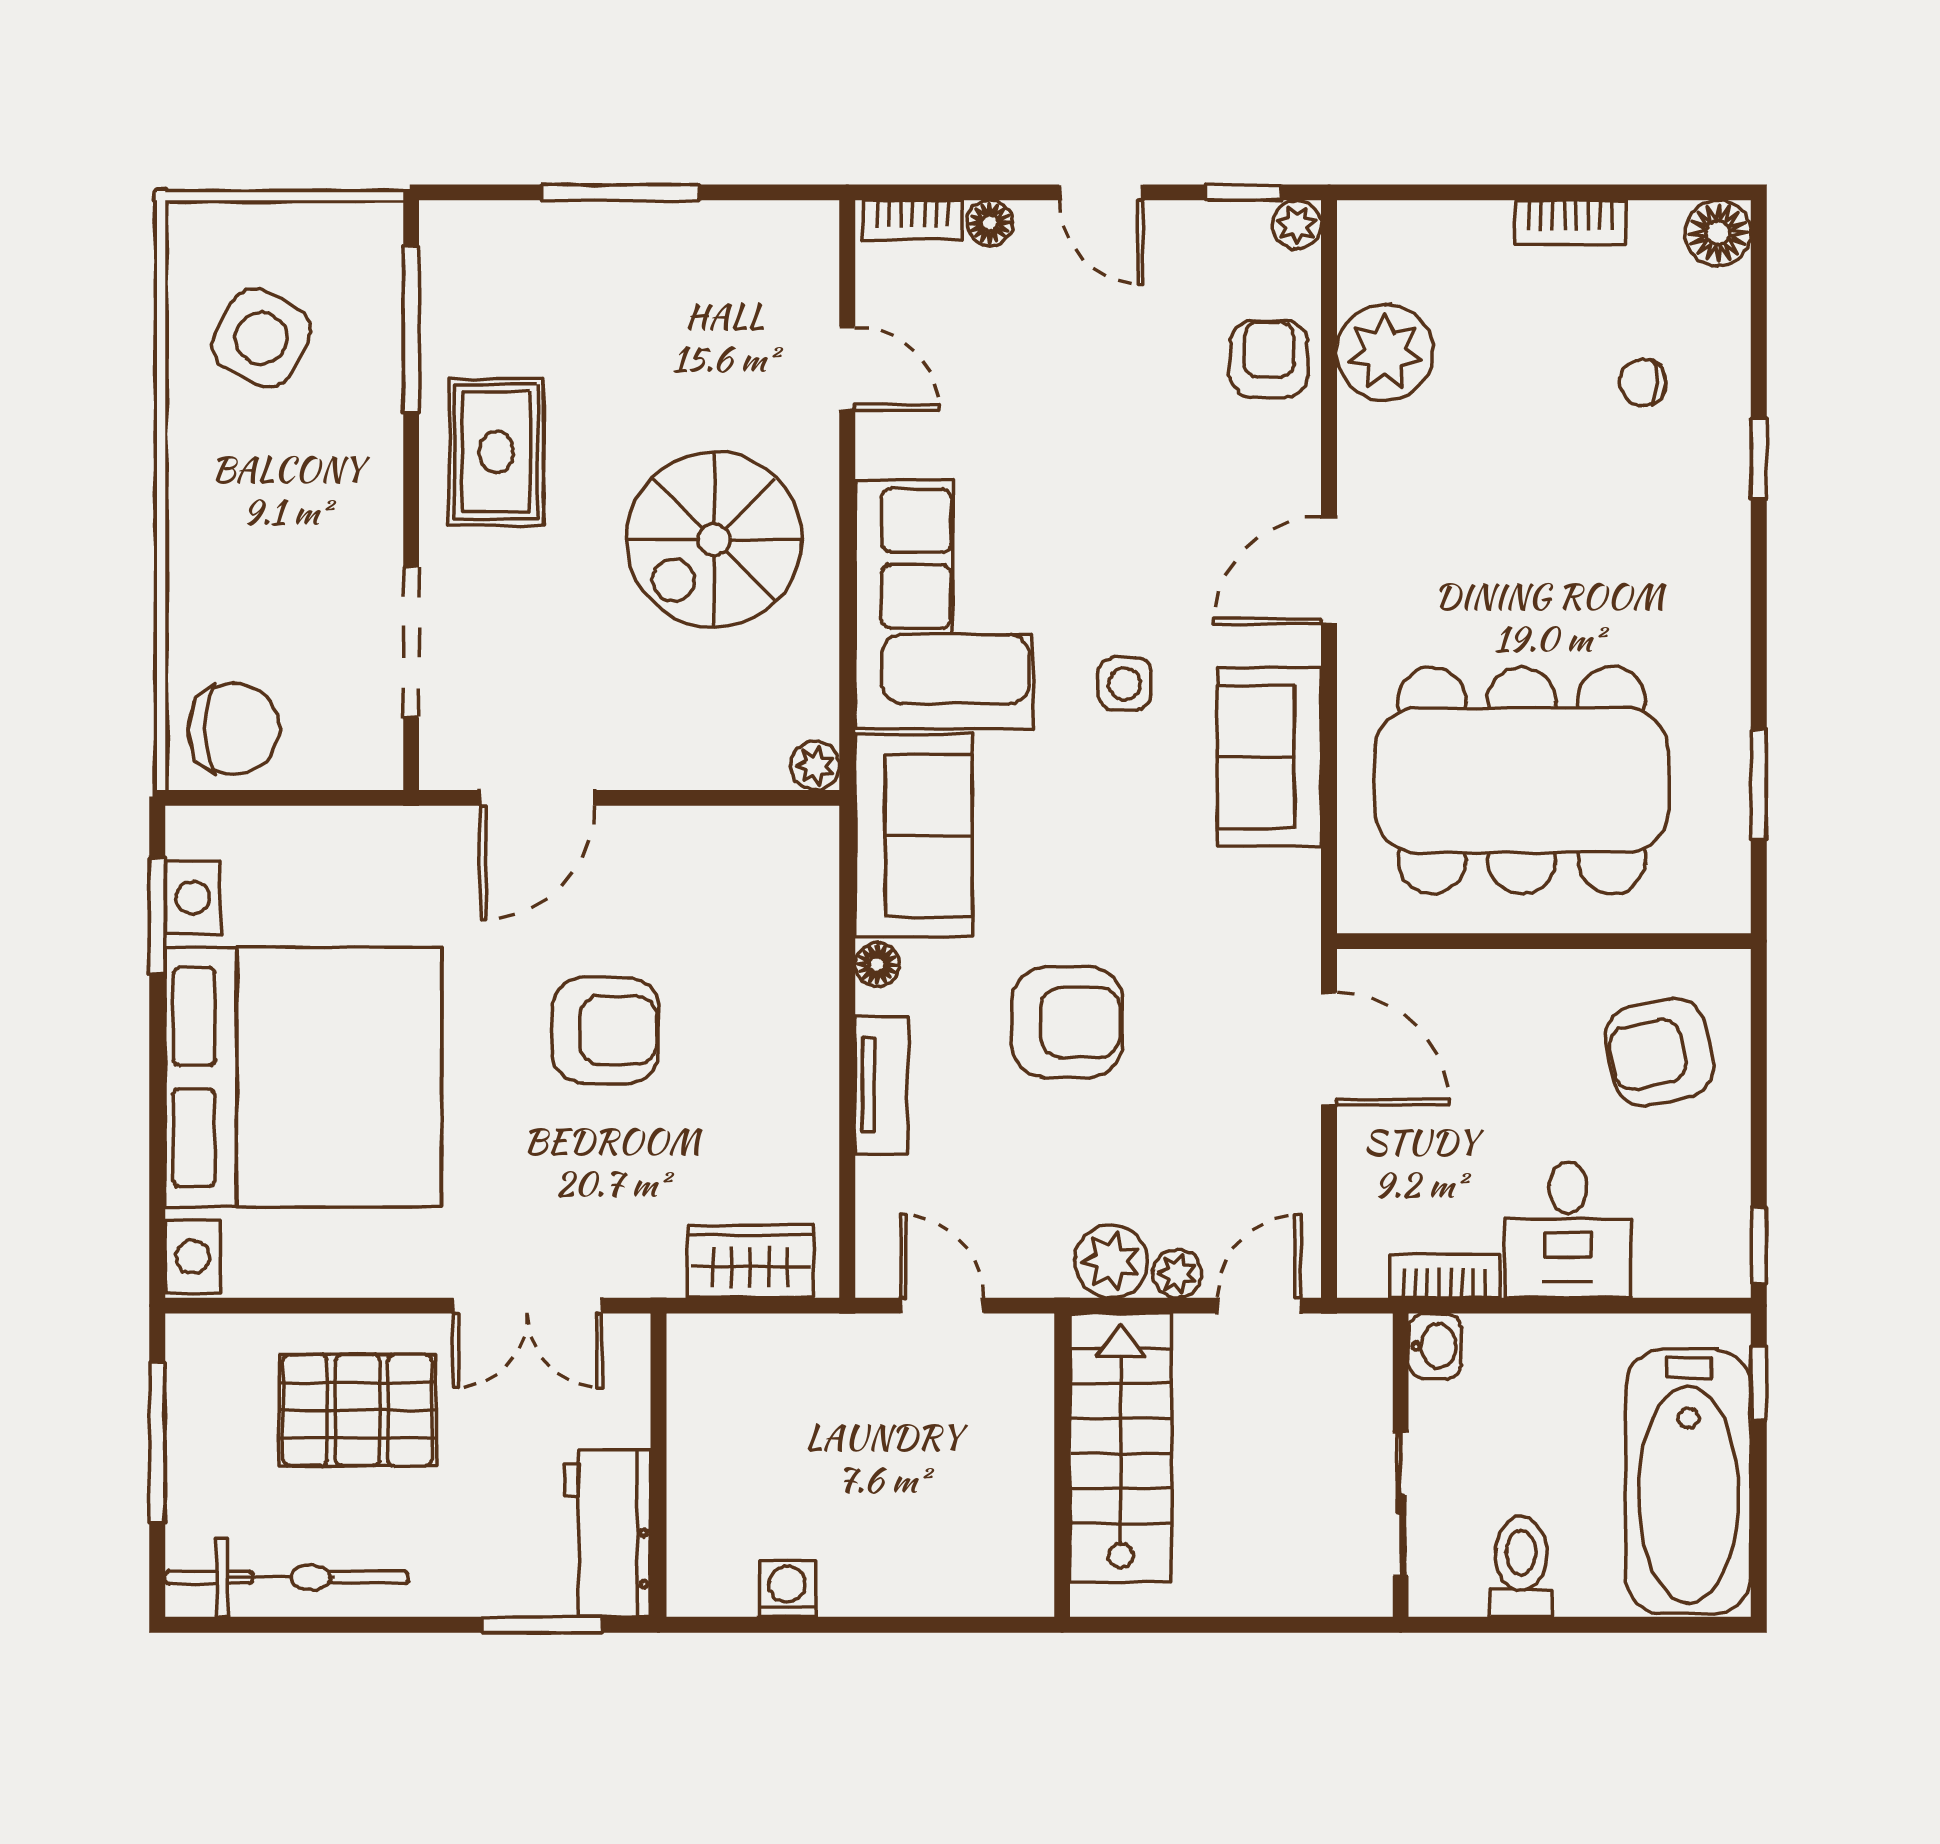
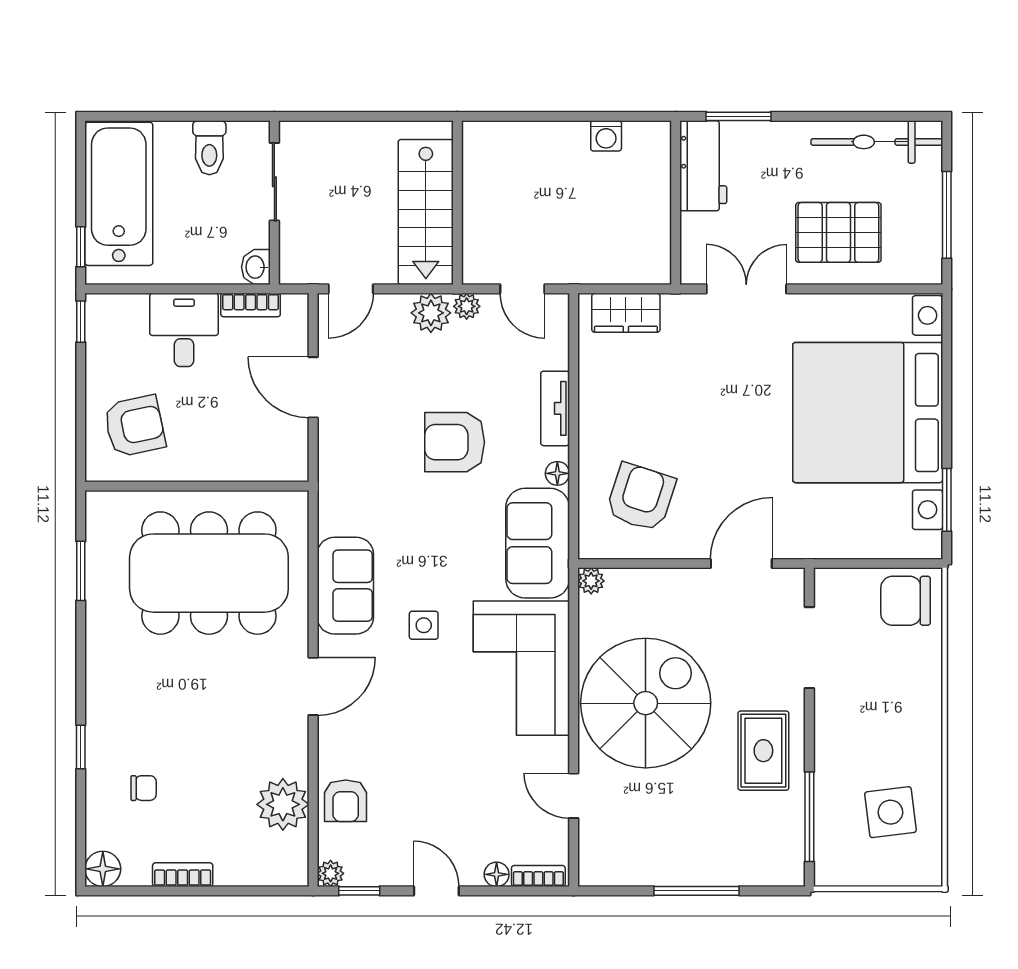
side table: (261, 338) -> (890, 812), turned -35
spiral stairs: (714, 540) -> (646, 703), width x1.37, depth x1.37
armchair: (605, 1030) -> (641, 497), moved, turned 108
door: (1329, 1049) -> (313, 387), moved
plant: (1177, 1274) -> (467, 306), moved

